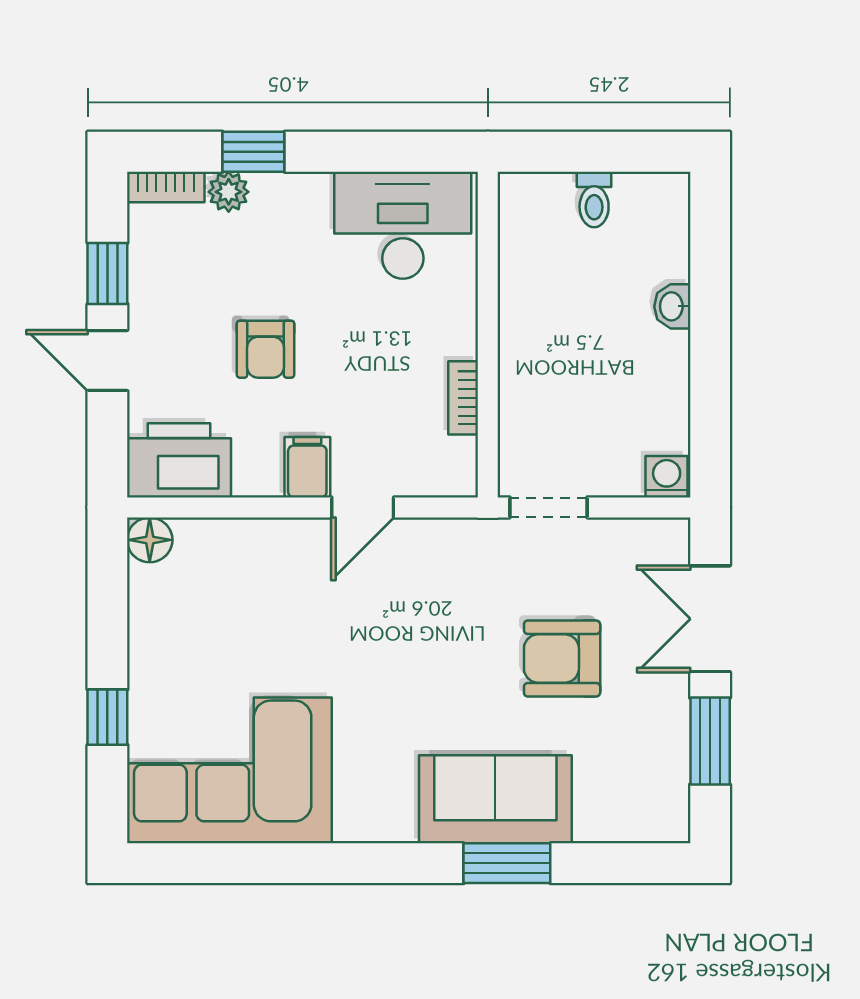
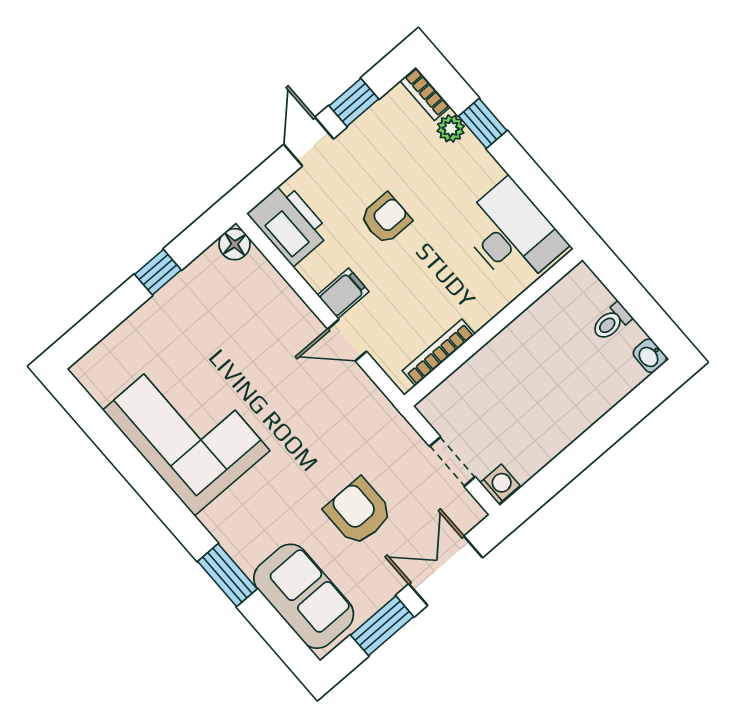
washbasin: (672, 306) -> (650, 356), moved, turned -90
armchair: (266, 349) -> (386, 219), turned 180
bookcase: (463, 398) -> (439, 352), width x1.56
doorway: (549, 507) -> (452, 462), moved
window: (107, 717) -> (158, 272), moved
corner sofa: (229, 770) -> (186, 430), moved
sofa: (495, 799) -> (304, 596), moved

